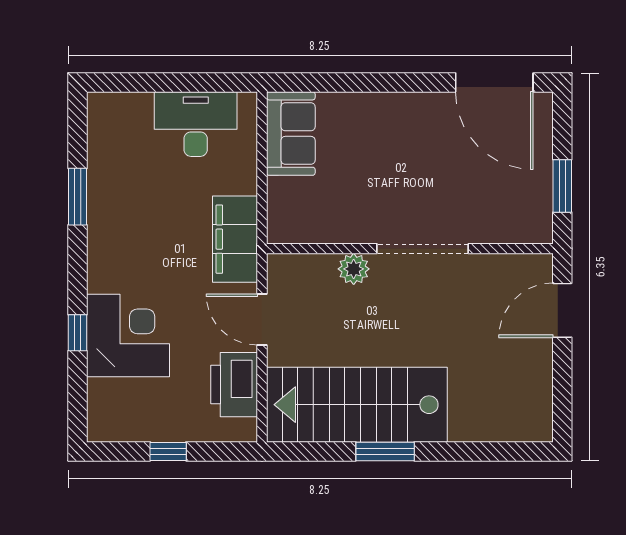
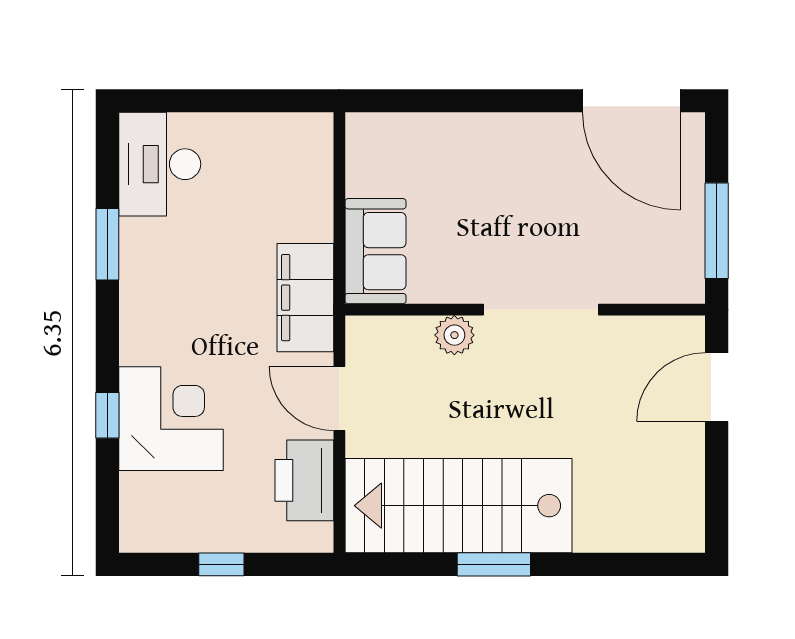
desk: (196, 124) -> (160, 164), moved, turned -90
sofa: (291, 134) -> (375, 251), moved
window: (562, 186) -> (717, 231), width x1.44

